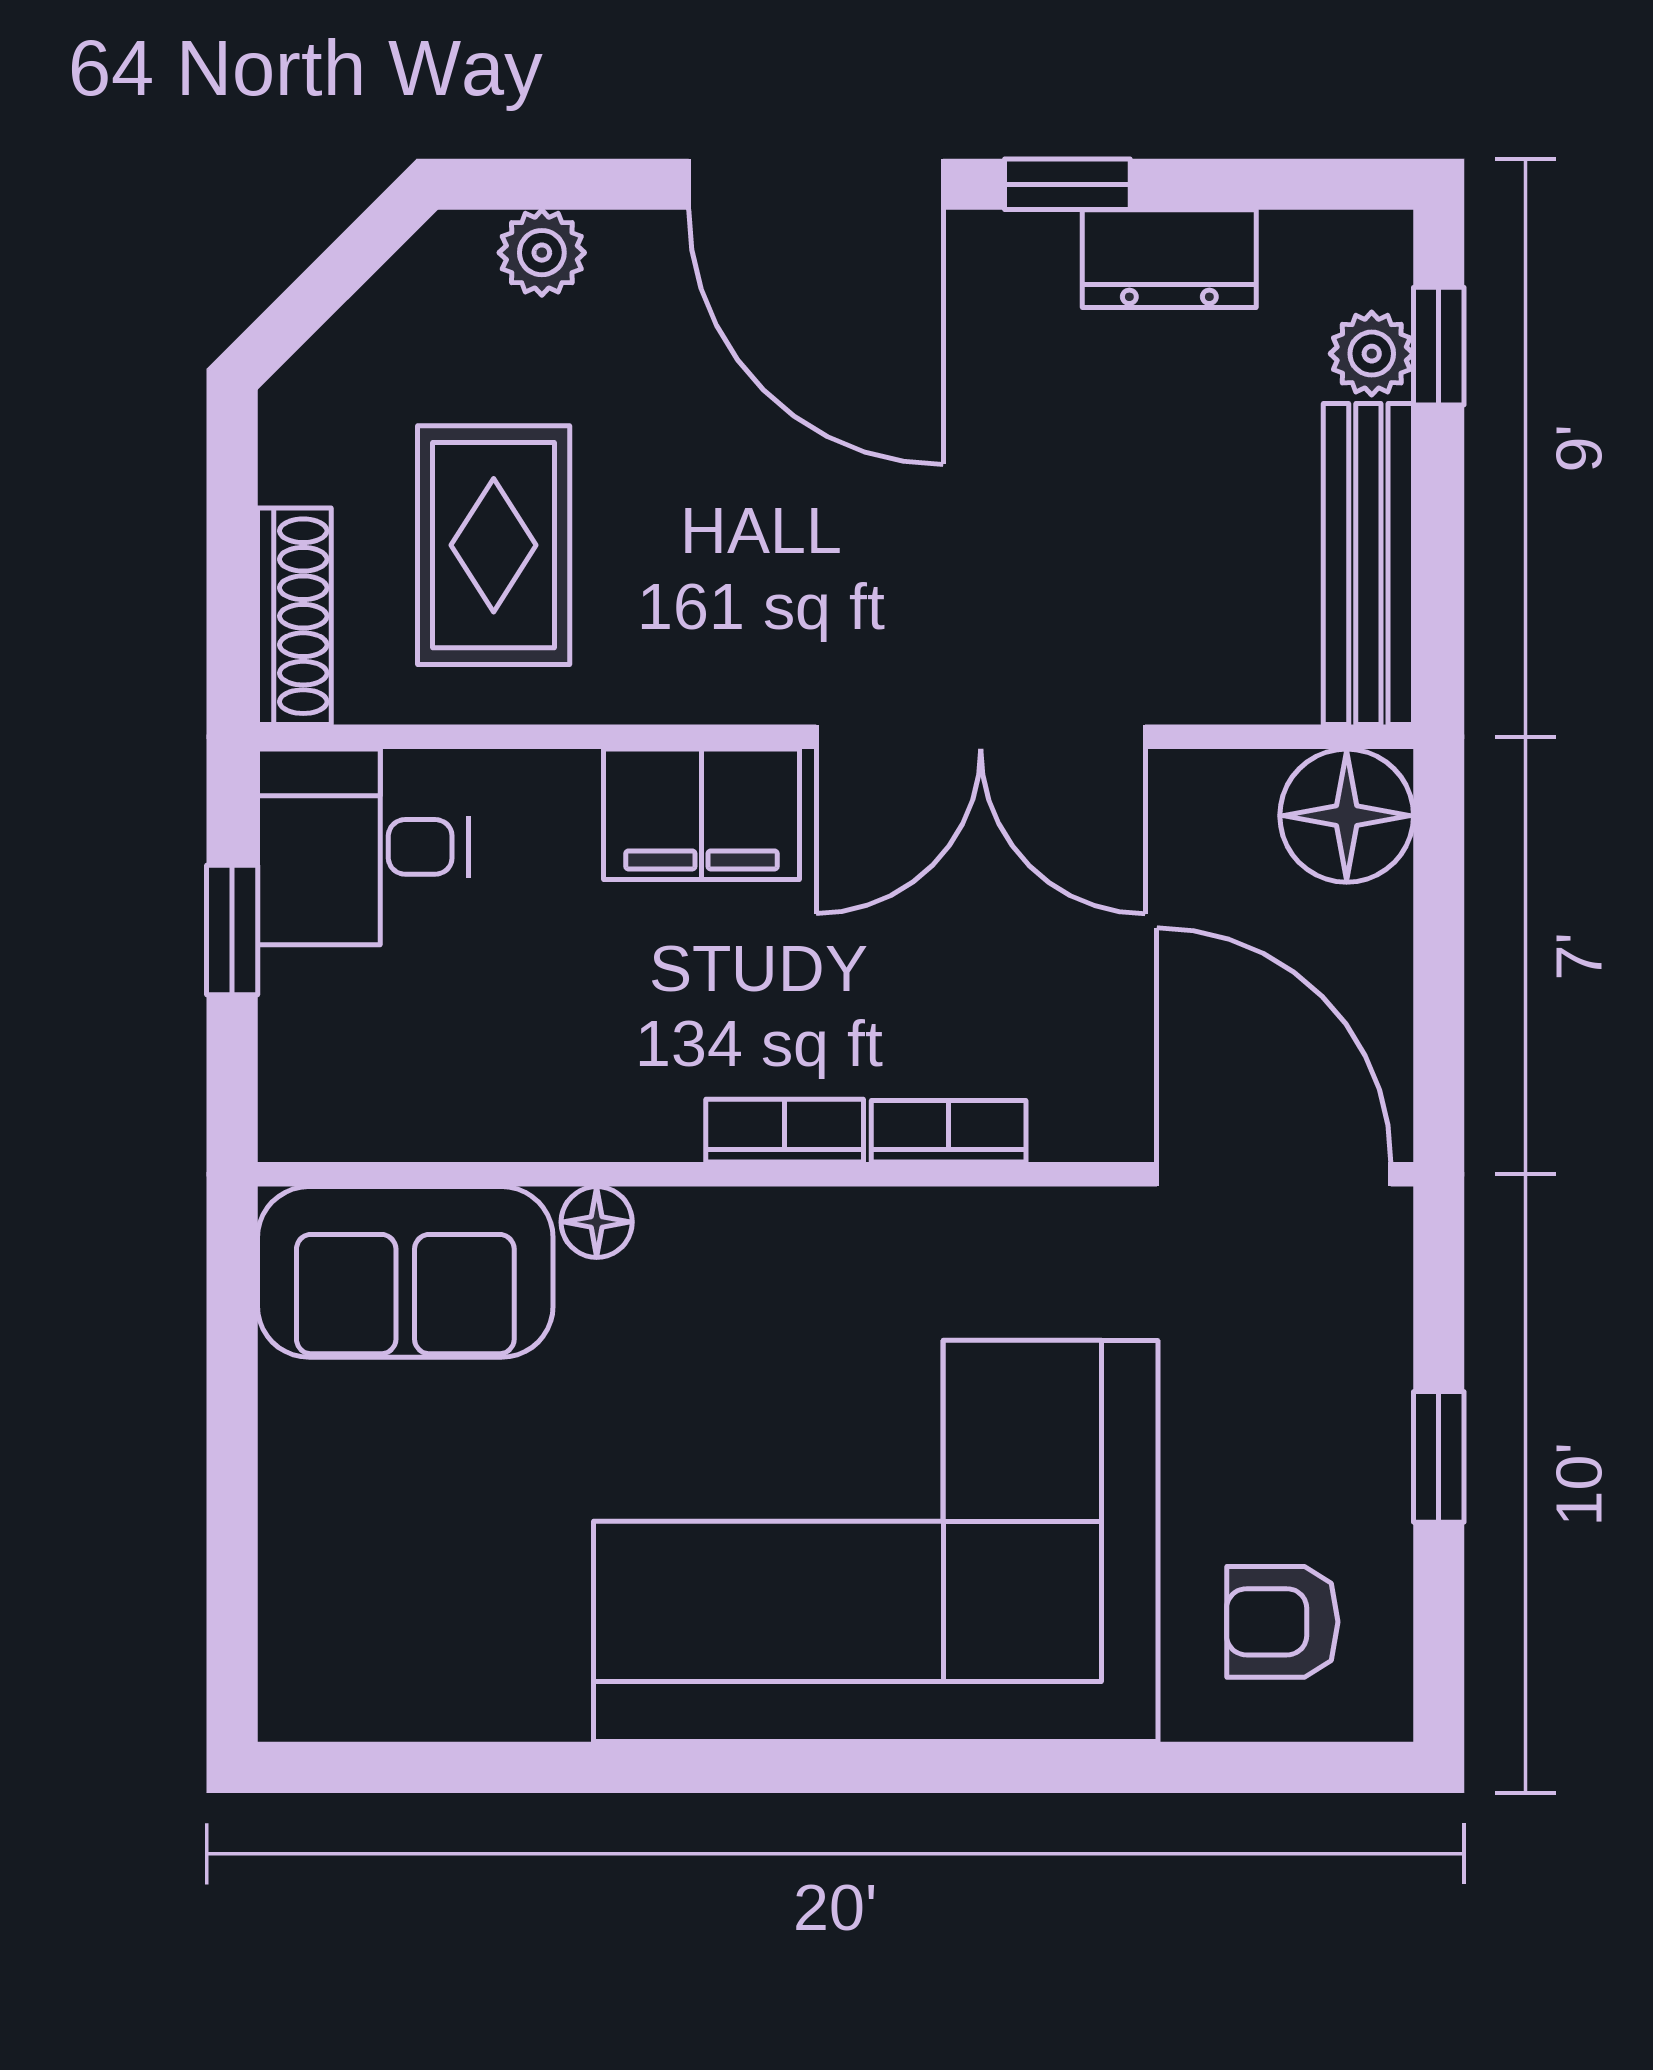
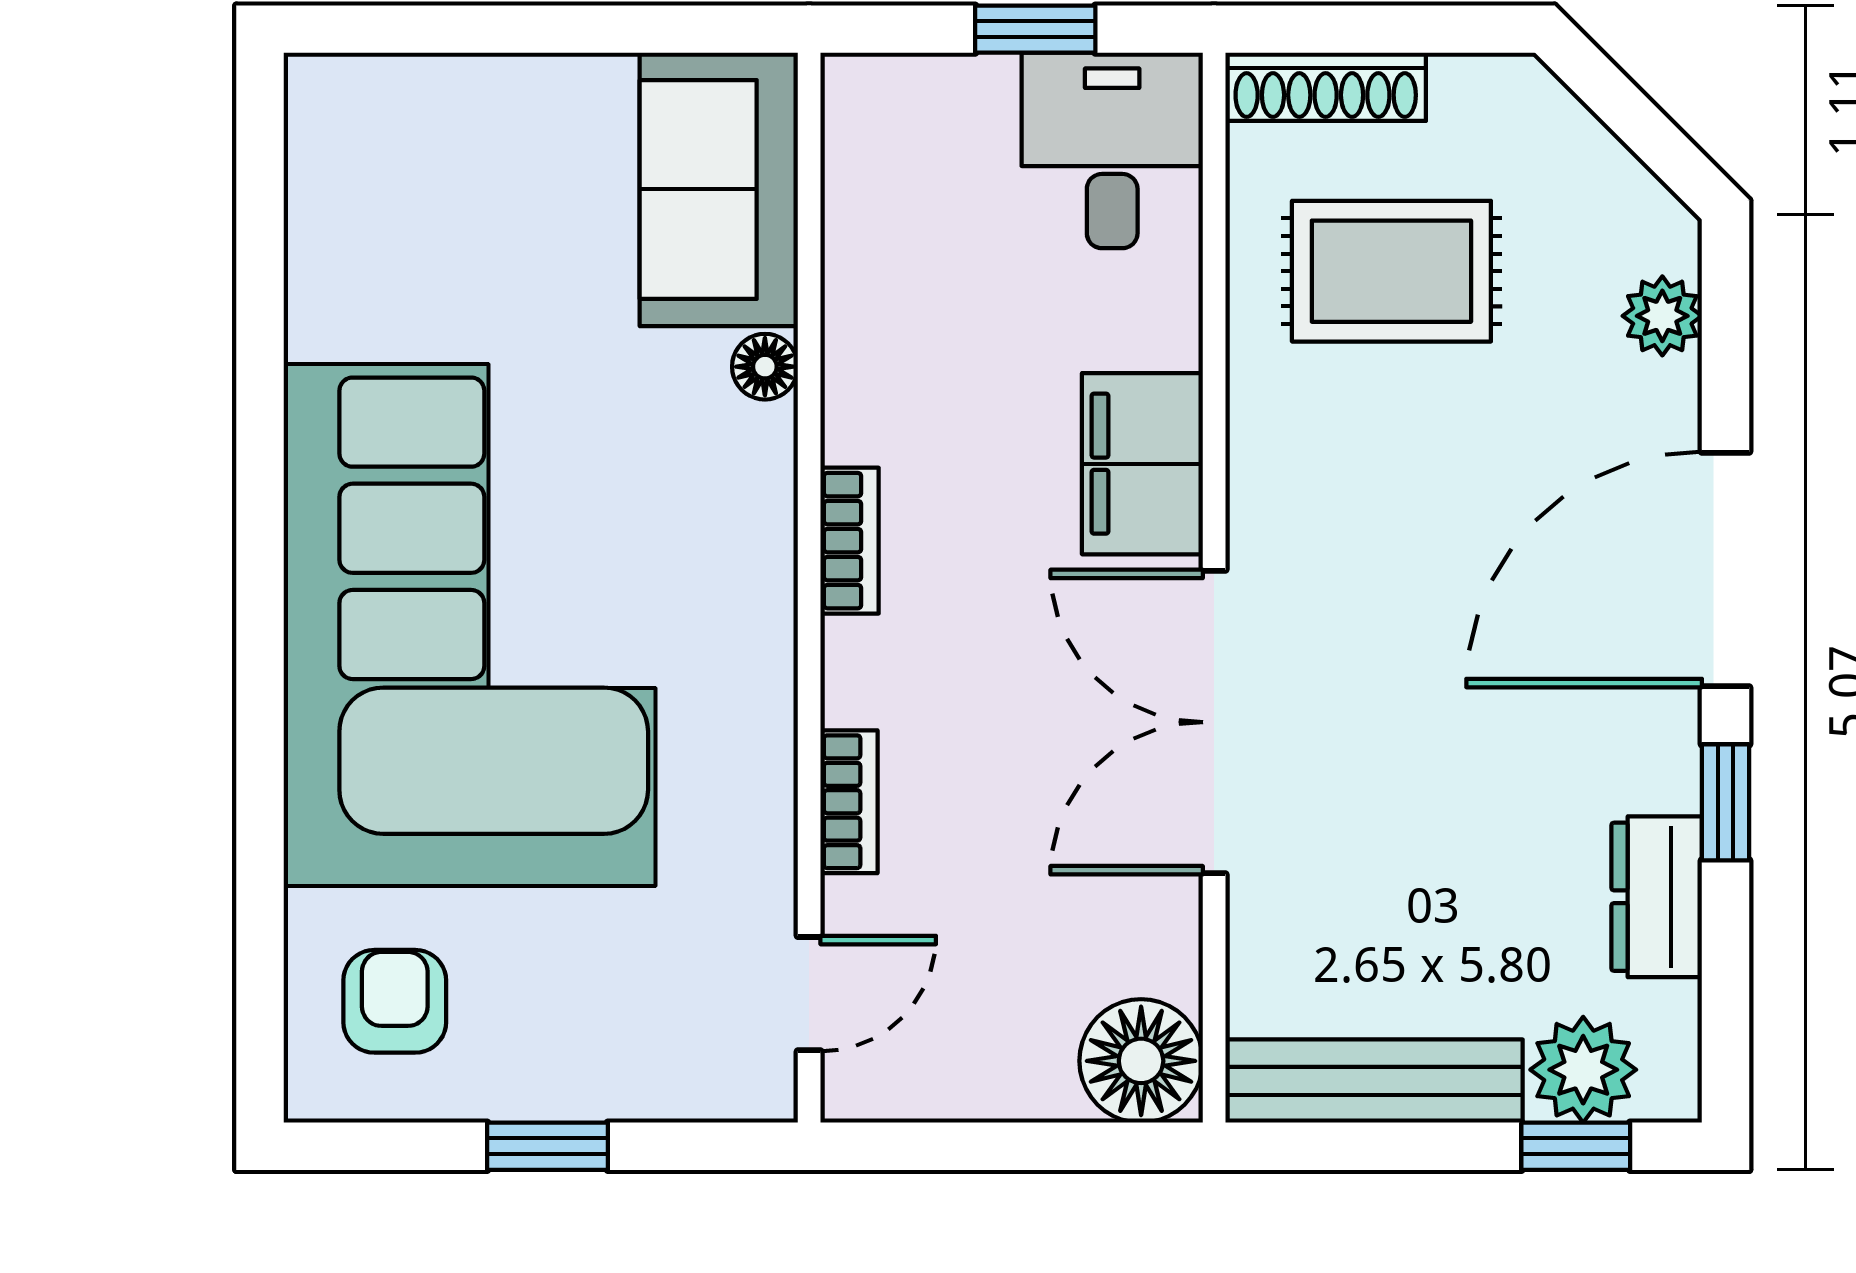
plant: (1372, 354) -> (1583, 1070), width x1.38, depth x1.38
bookcase: (949, 1131) -> (849, 802), moved
door: (1274, 1174) -> (809, 994), width x0.53

